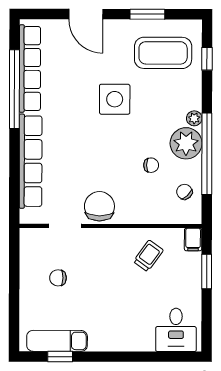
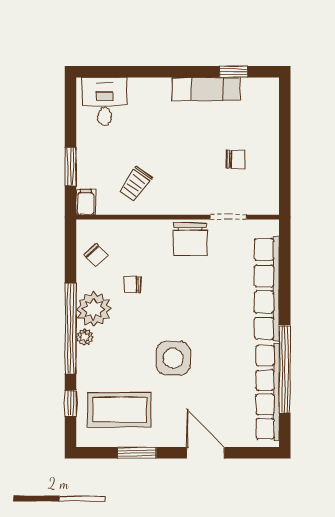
window: (207, 154) -> (71, 329), moved
exam couch: (57, 341) -> (206, 89), moved

